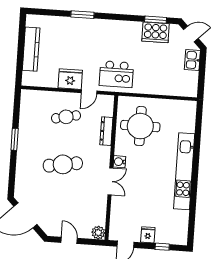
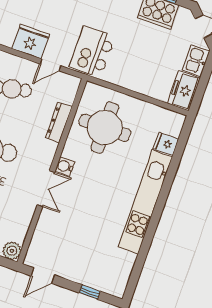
kitchen island: (116, 74) -> (92, 52), turned 90
freezer: (190, 84) -> (184, 91), added
fridge: (148, 235) -> (166, 144), moved, turned -90

